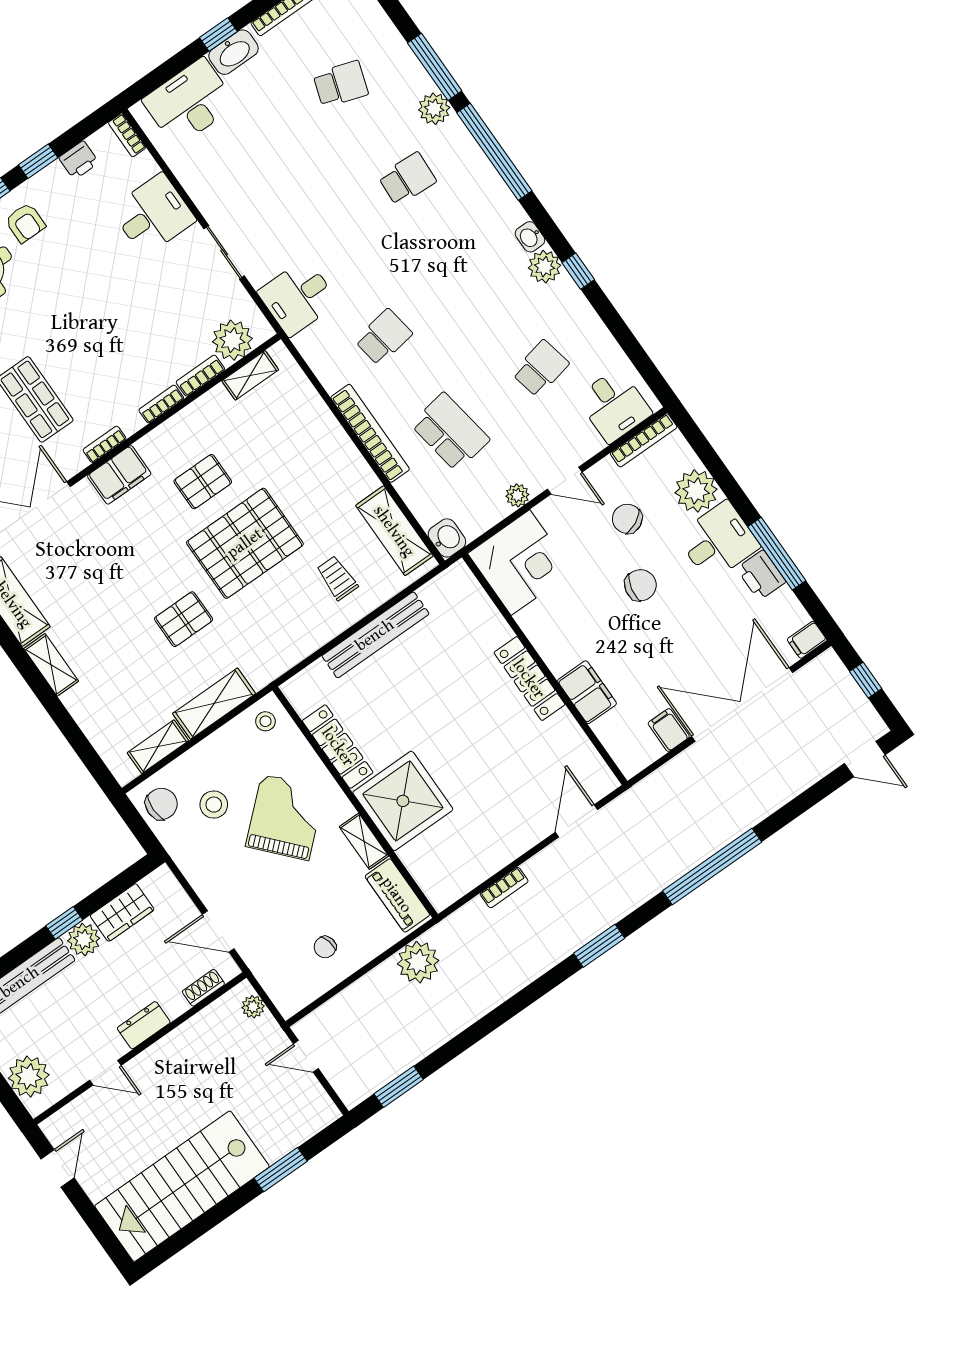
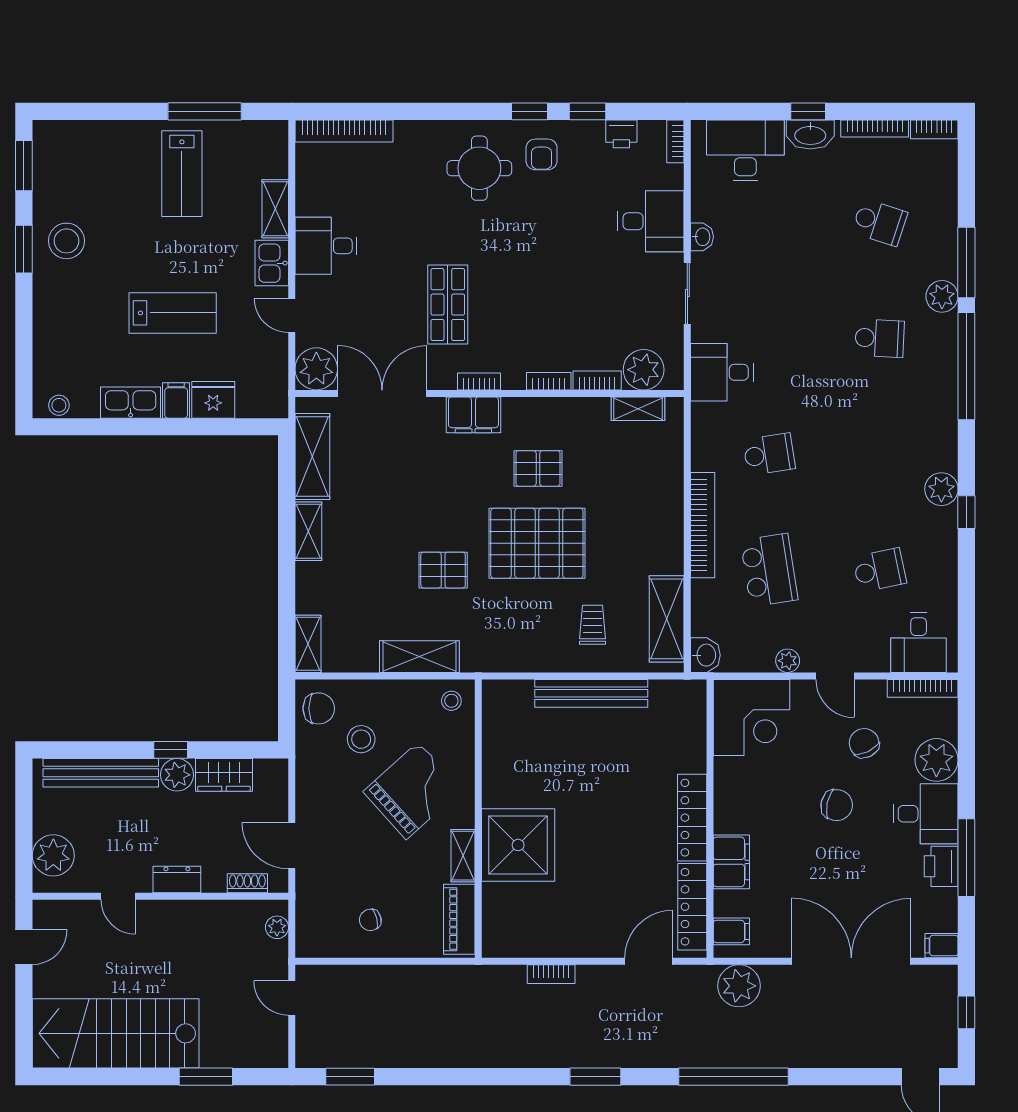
washbasin: (530, 237) -> (702, 237), moved, turned 180
filing cabinet: (669, 730) -> (731, 931), moved, turned 90
shelving: (158, 747) -> (308, 644), moved, turned 90
locker: (338, 747) -> (692, 907), moved, turned 180
plant: (418, 962) -> (739, 986), moved

